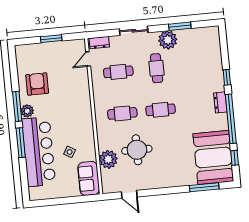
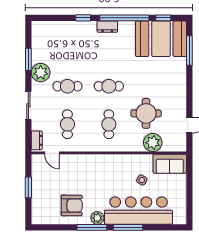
armchair: (37, 84) -> (72, 206), turned 180
cafe table: (161, 110) -> (109, 86), turned 90

